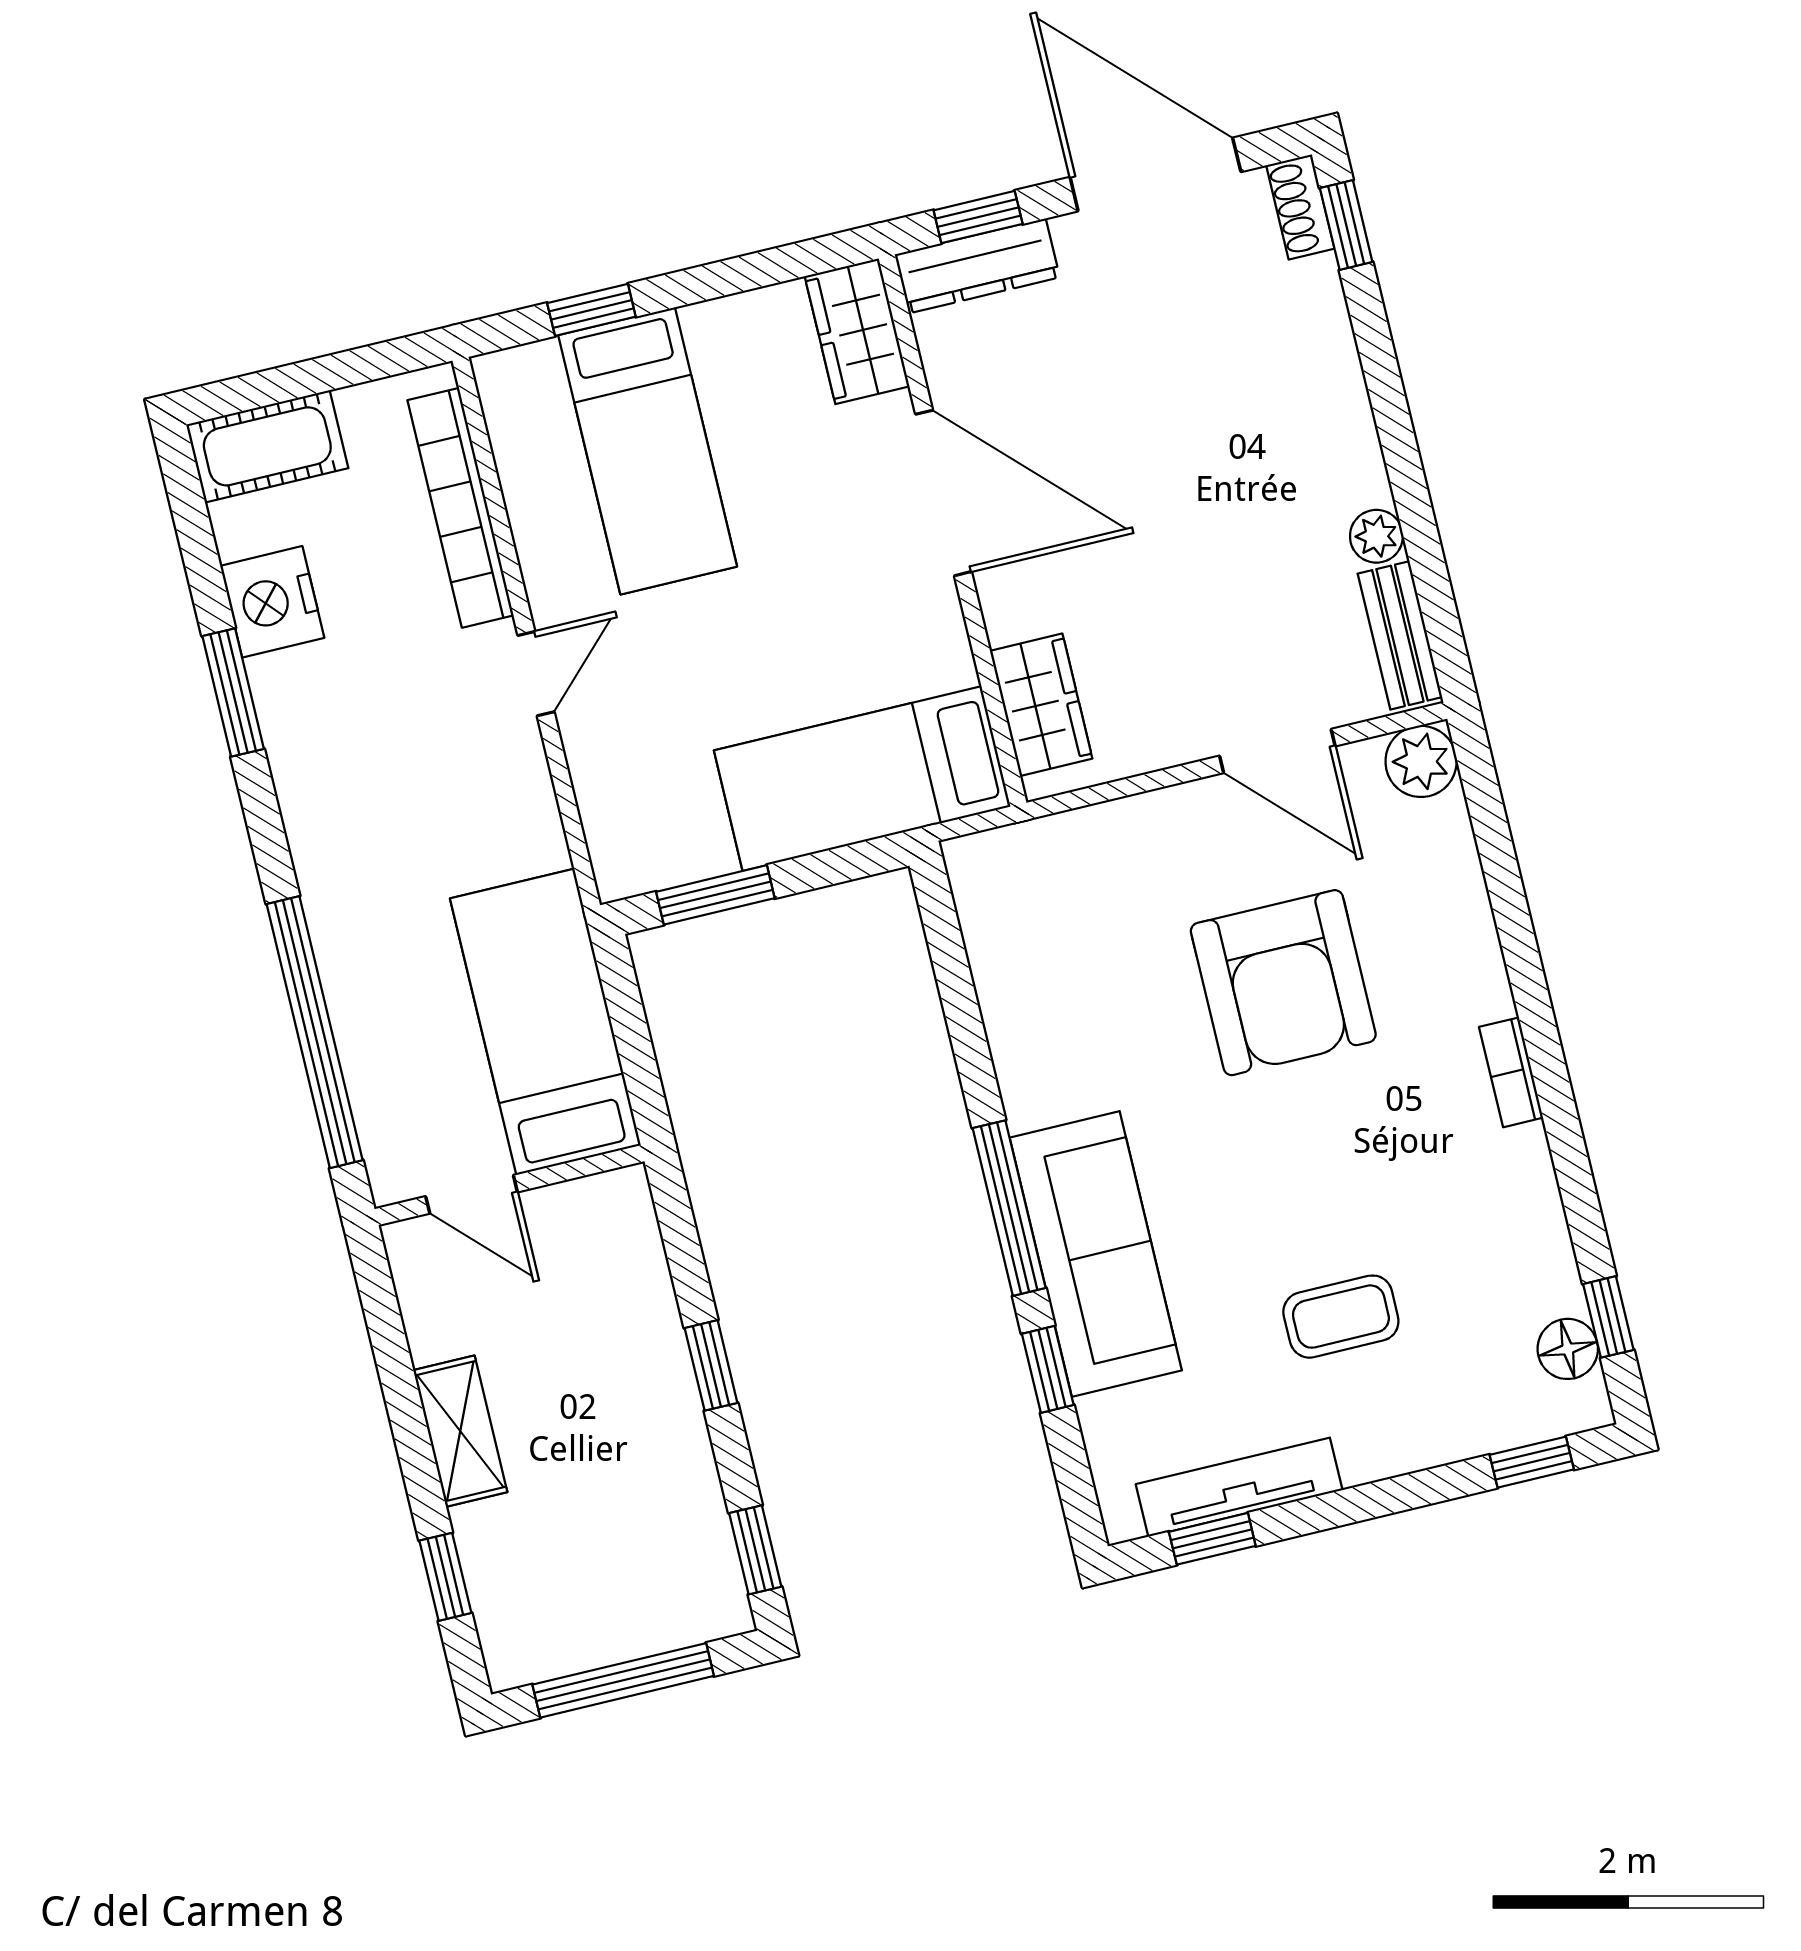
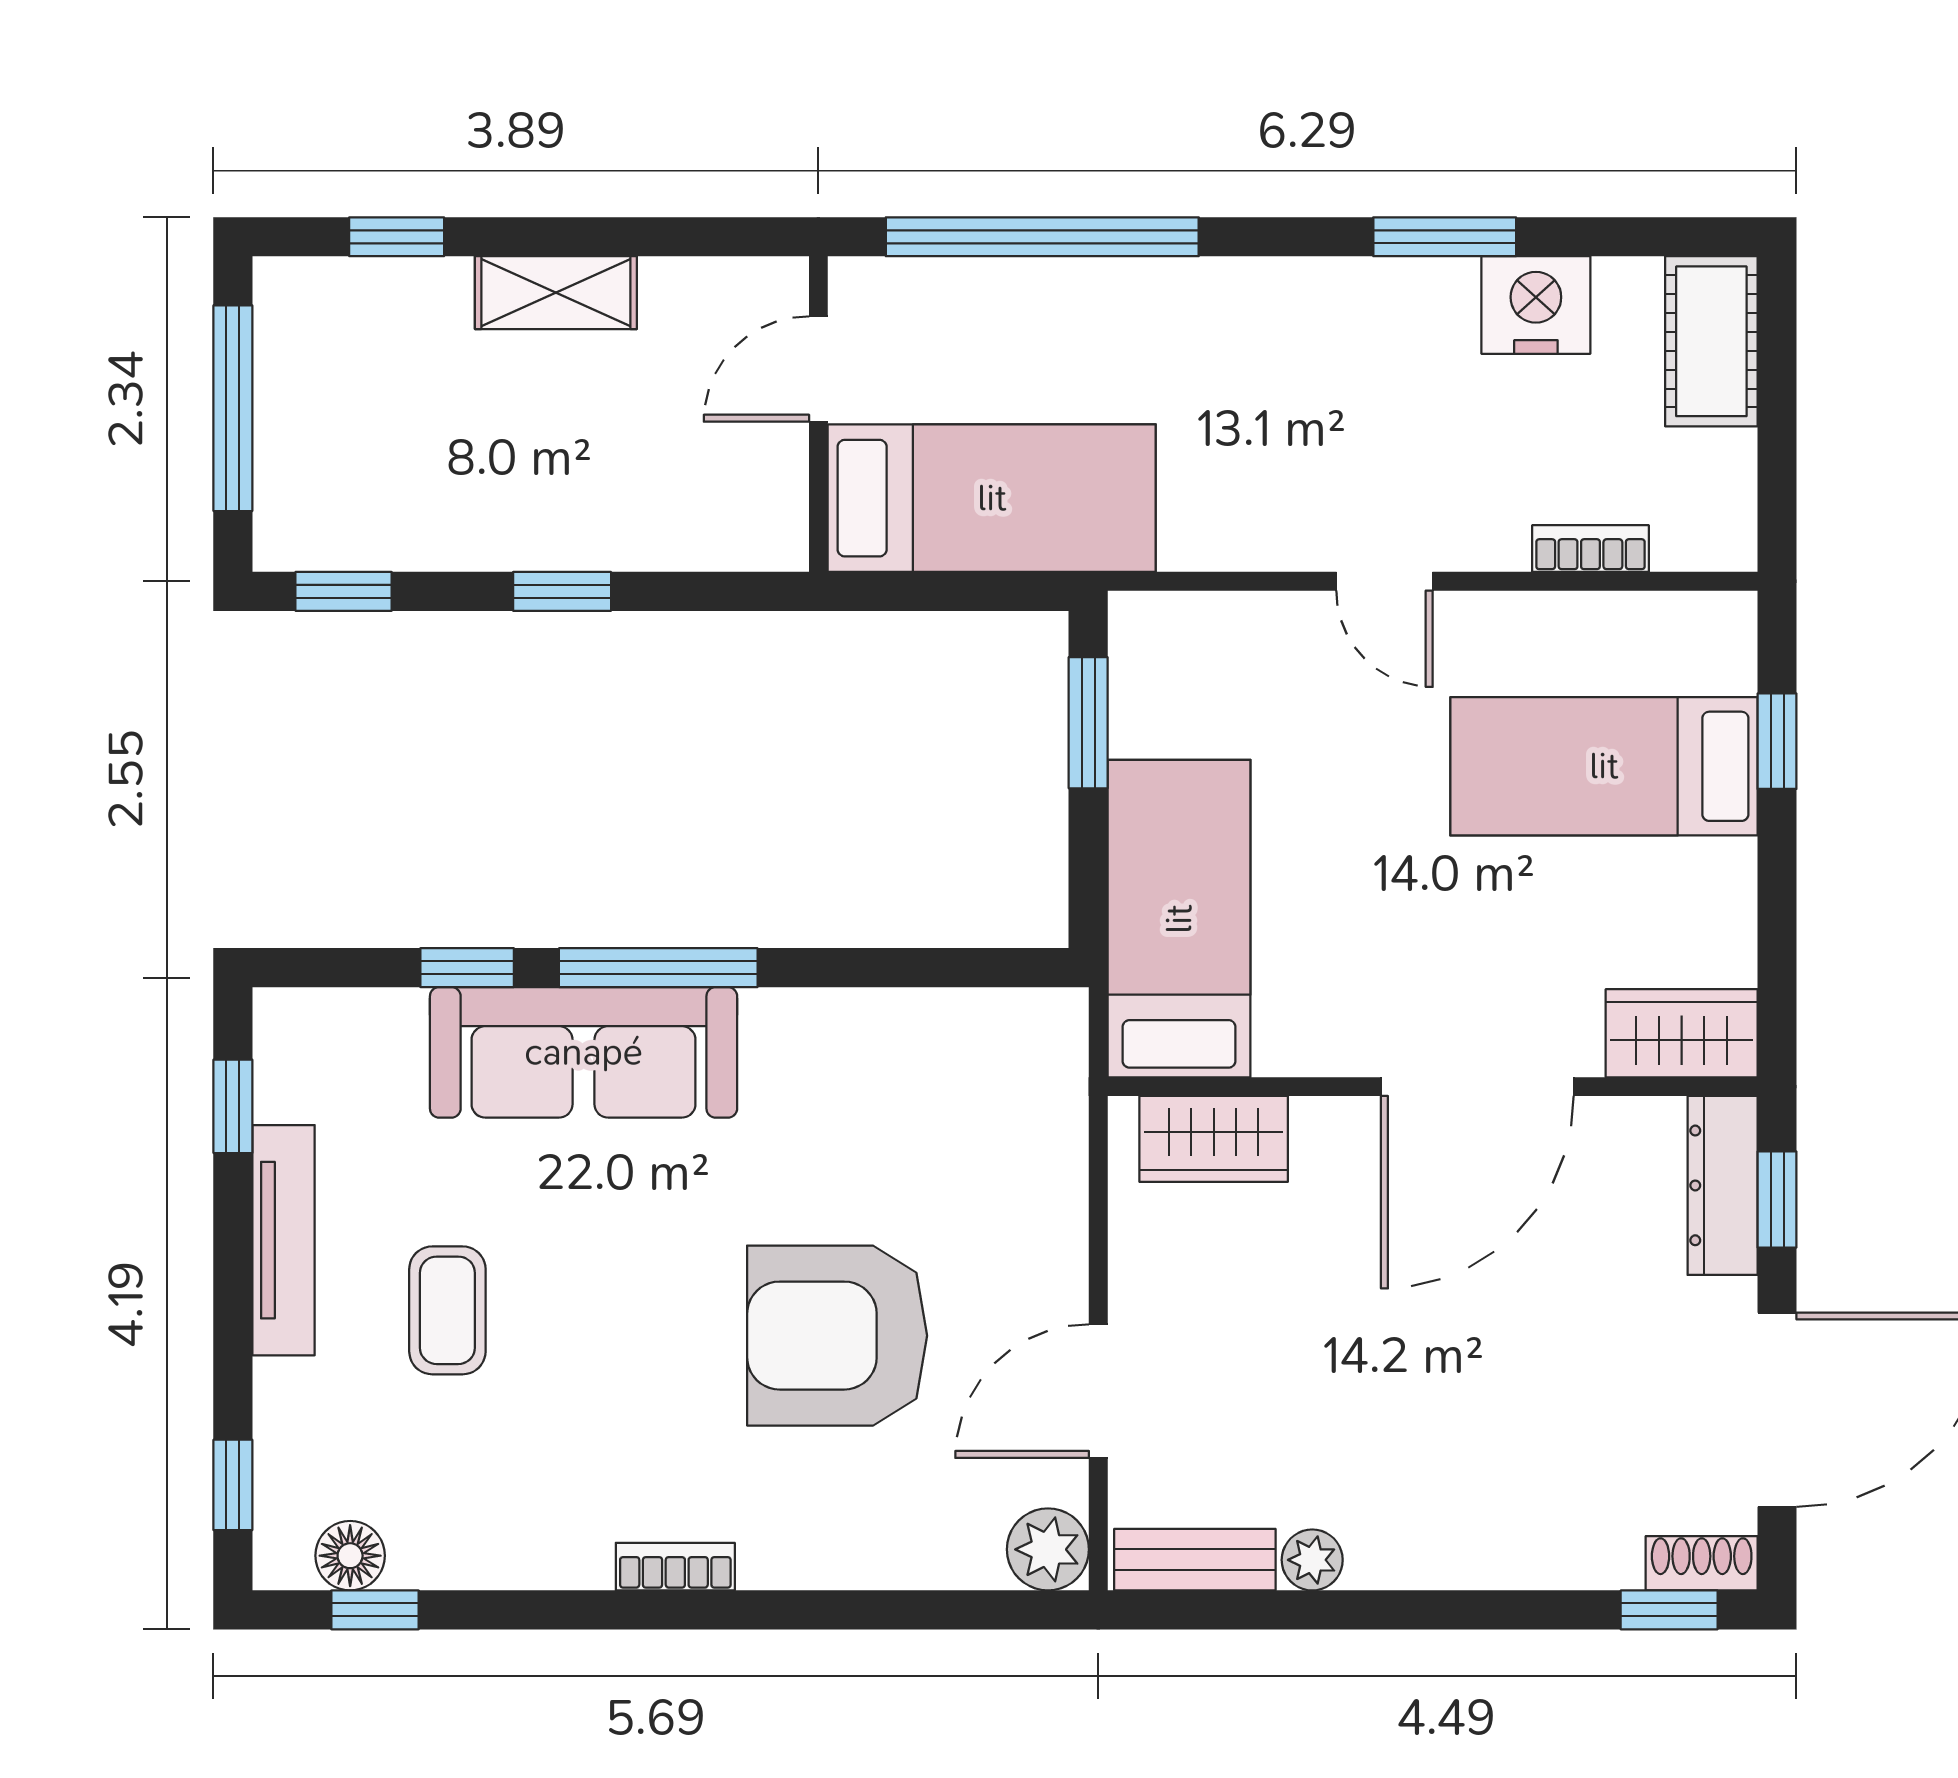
bookcase: (460, 508) -> (1590, 549), width x0.43, depth x0.76
tv unit: (1239, 1487) -> (284, 1240), moved

